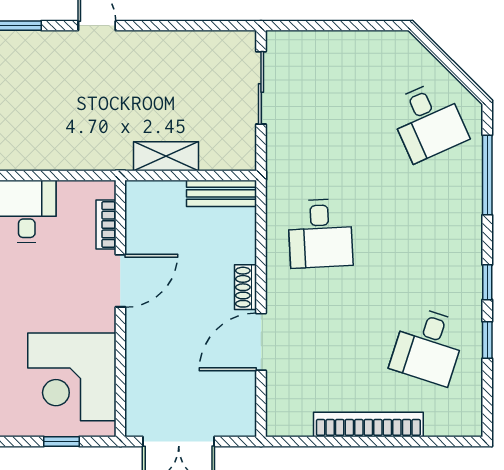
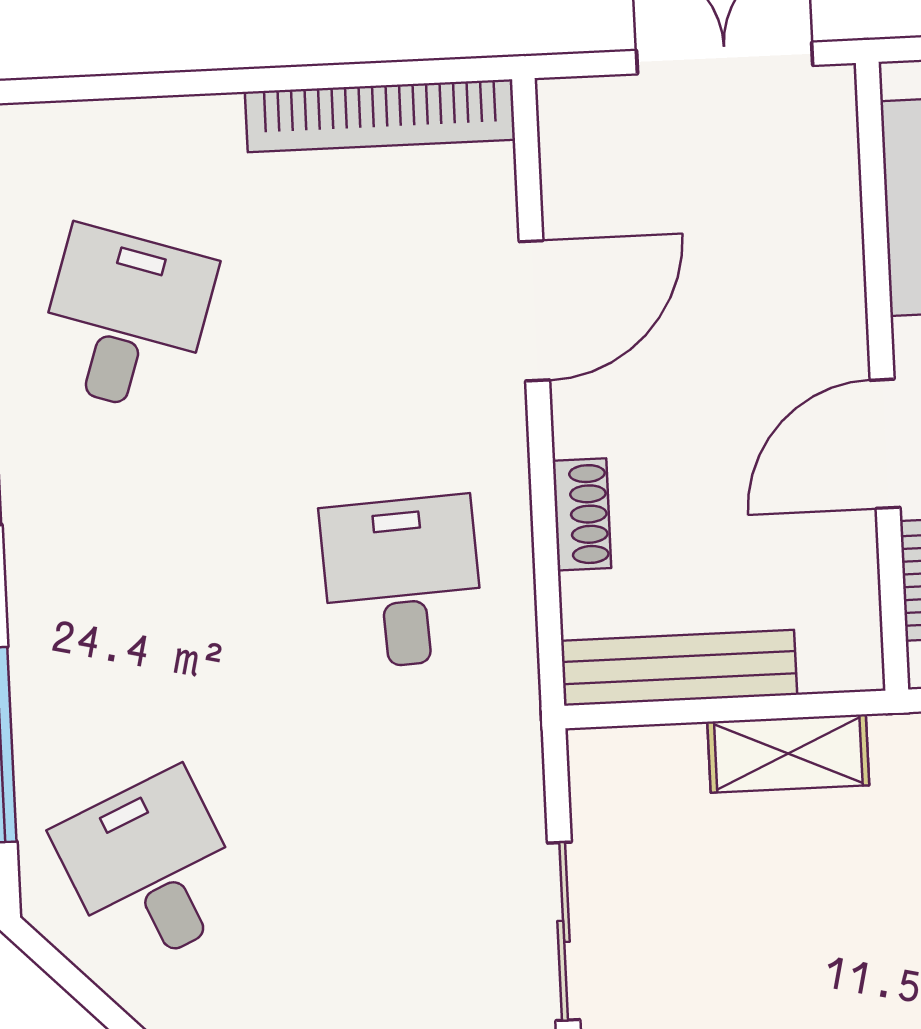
bench: (221, 193) -> (679, 668), width x1.36
shoe rack: (246, 287) -> (582, 514), moved
bookcase: (368, 424) -> (380, 116), moved

